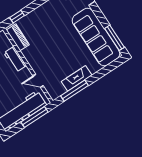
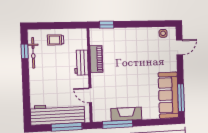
piano: (18, 37) -> (96, 59), moved
sofa: (96, 37) -> (168, 95), width x0.74, depth x0.79

